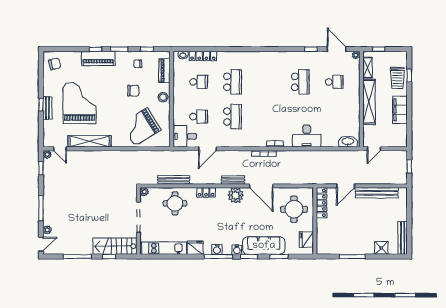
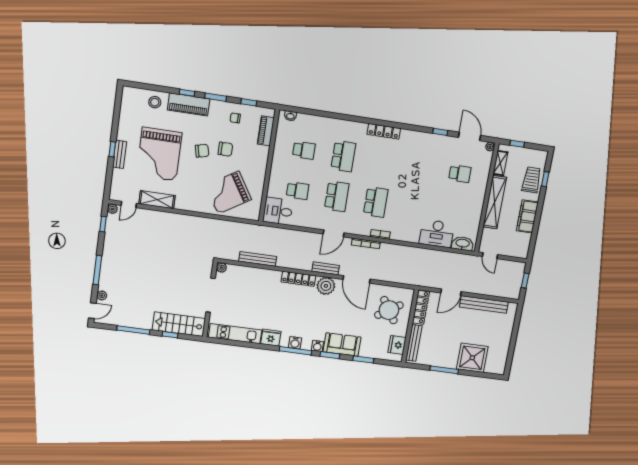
locker: (203, 56) -> (384, 131), moved
chair: (55, 64) -> (202, 151), moved
trolley: (397, 78) -> (531, 180), turned 180
school desk: (300, 82) -> (376, 202), moved
stool: (163, 97) -> (155, 102), moved
grand piano: (80, 103) -> (159, 154), turned 180
desk: (307, 136) -> (437, 234), moved
shelving: (90, 141) -> (157, 200), width x0.68
door: (60, 149) -> (129, 204), hinge flipped
door: (207, 149) -> (334, 233), moved
door: (374, 149) -> (490, 256), hinge flipped
locker: (206, 192) -> (298, 279), width x1.53
round table: (175, 203) -> (255, 286), removed
round table: (294, 209) -> (389, 310), turned -33
bench: (403, 238) -> (414, 343), moved
sofa: (264, 246) -> (342, 345), width x0.73
shower: (381, 248) -> (472, 358), width x1.86, depth x1.86

